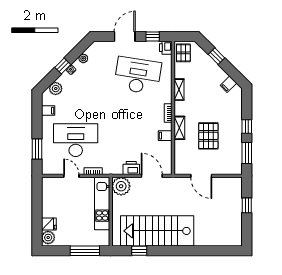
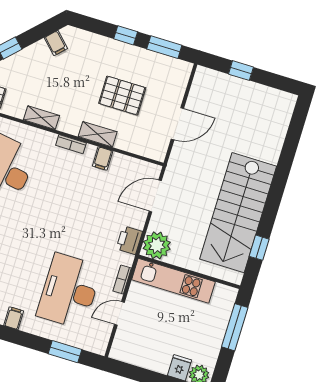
printer: (131, 168) -> (129, 240), moved

